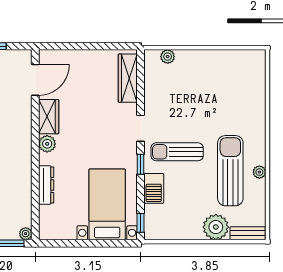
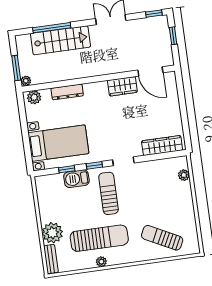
sun lounger: (240, 94) -> (162, 238), added
plant: (47, 144) -> (34, 97), moved
window: (141, 223) -> (67, 169), moved

